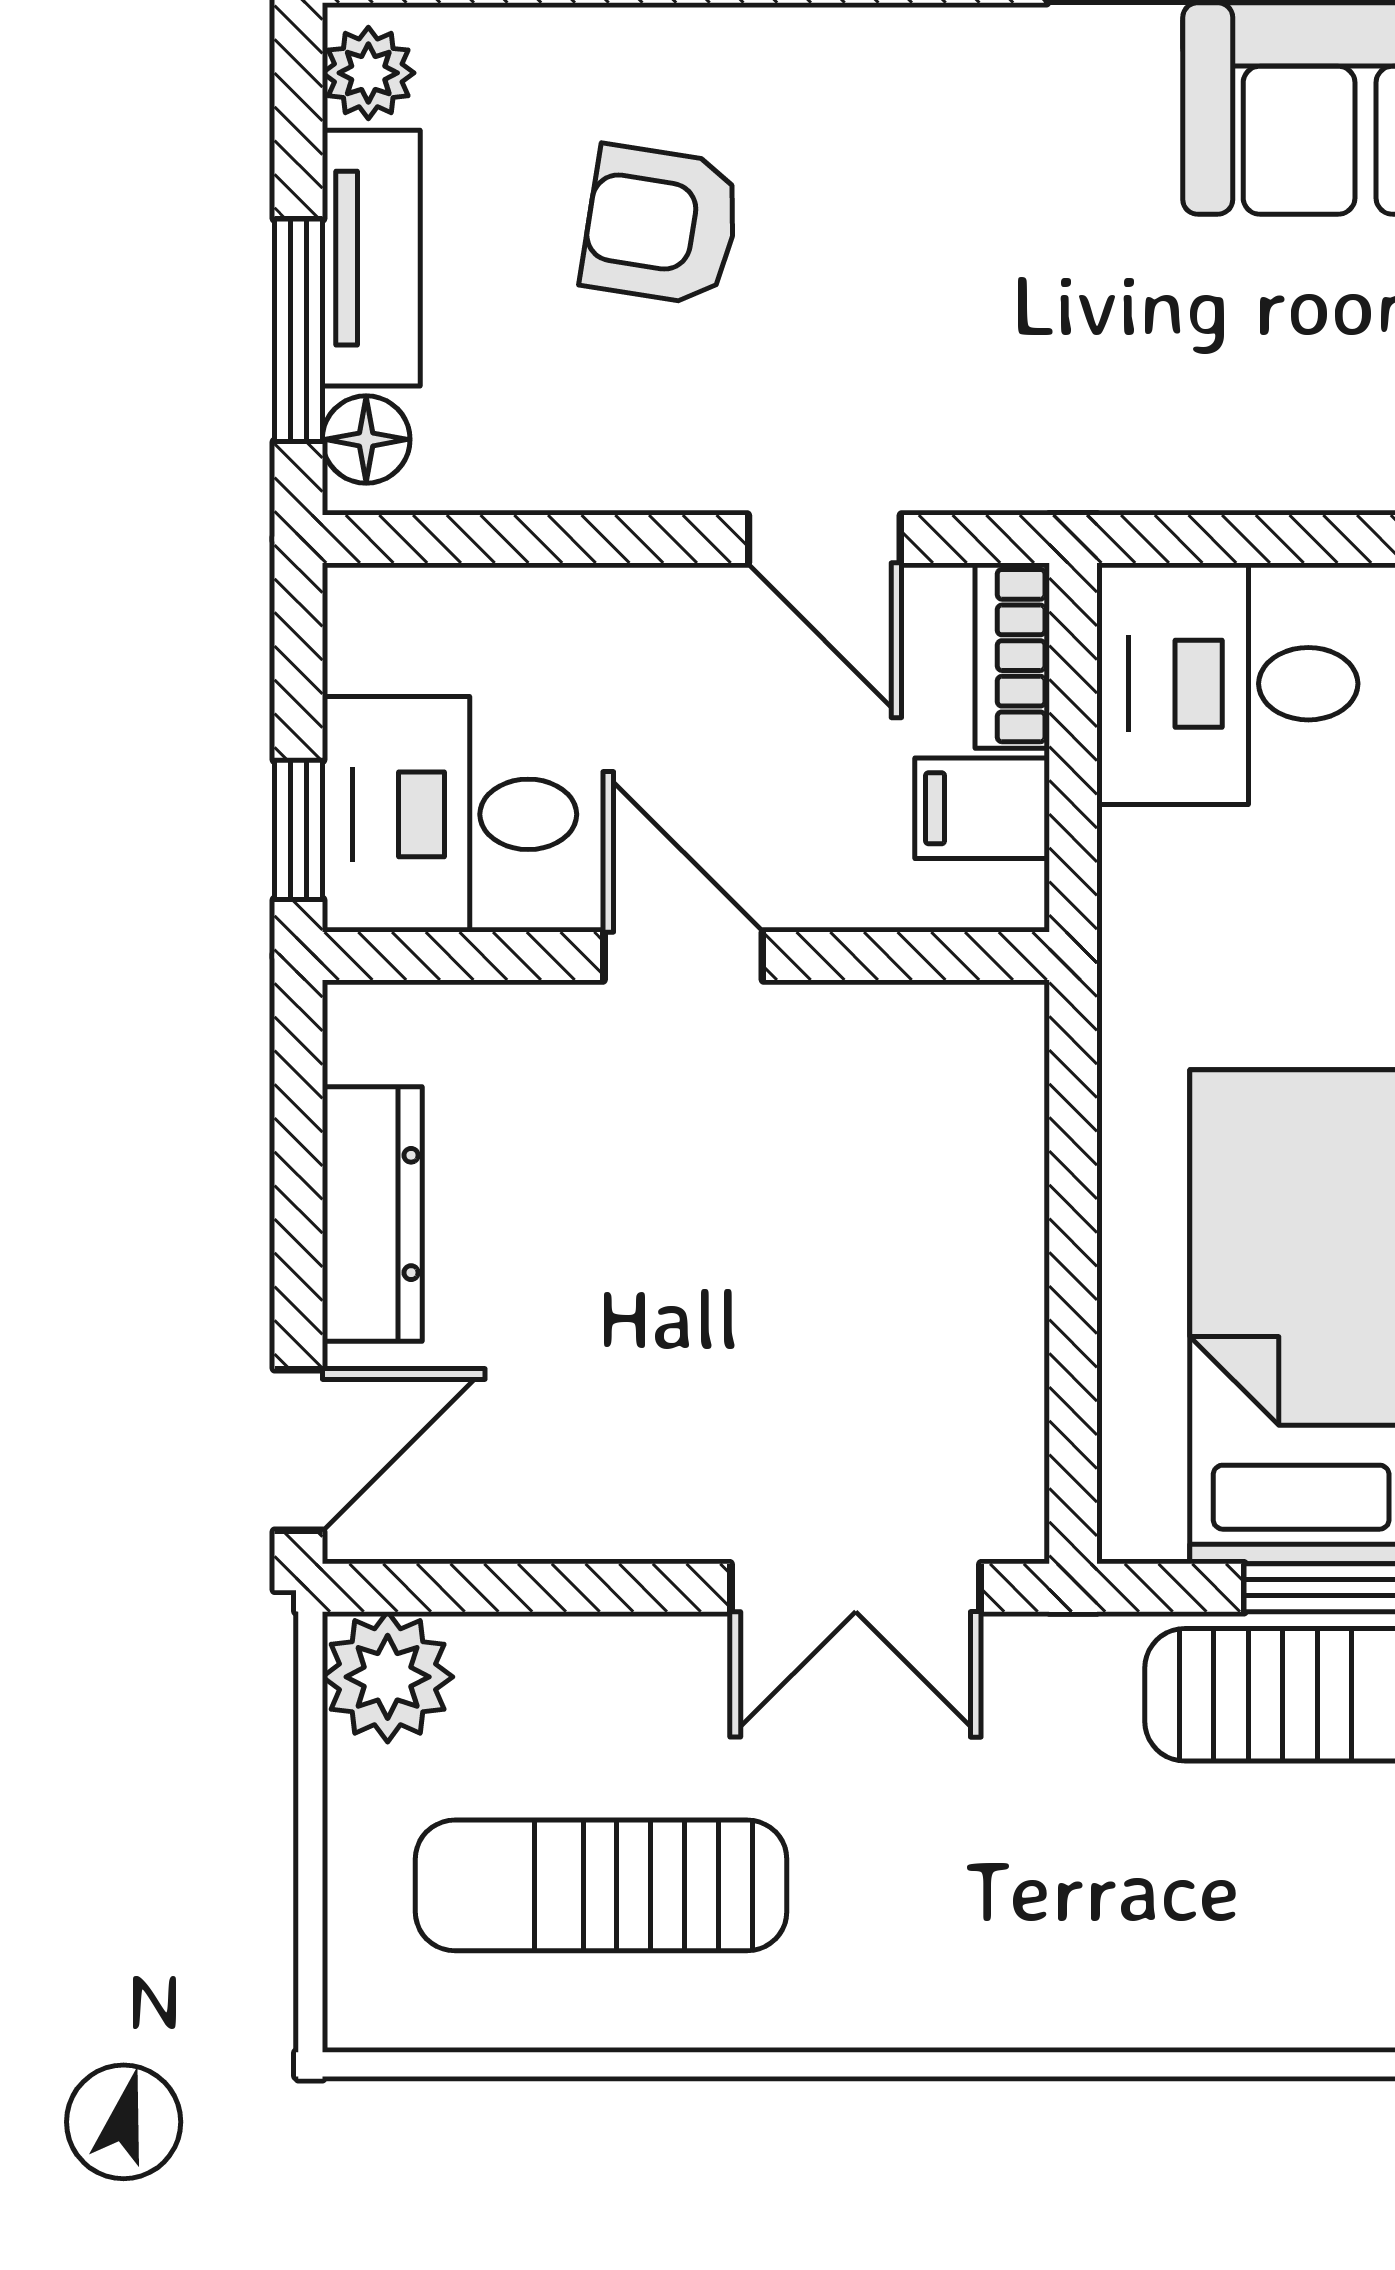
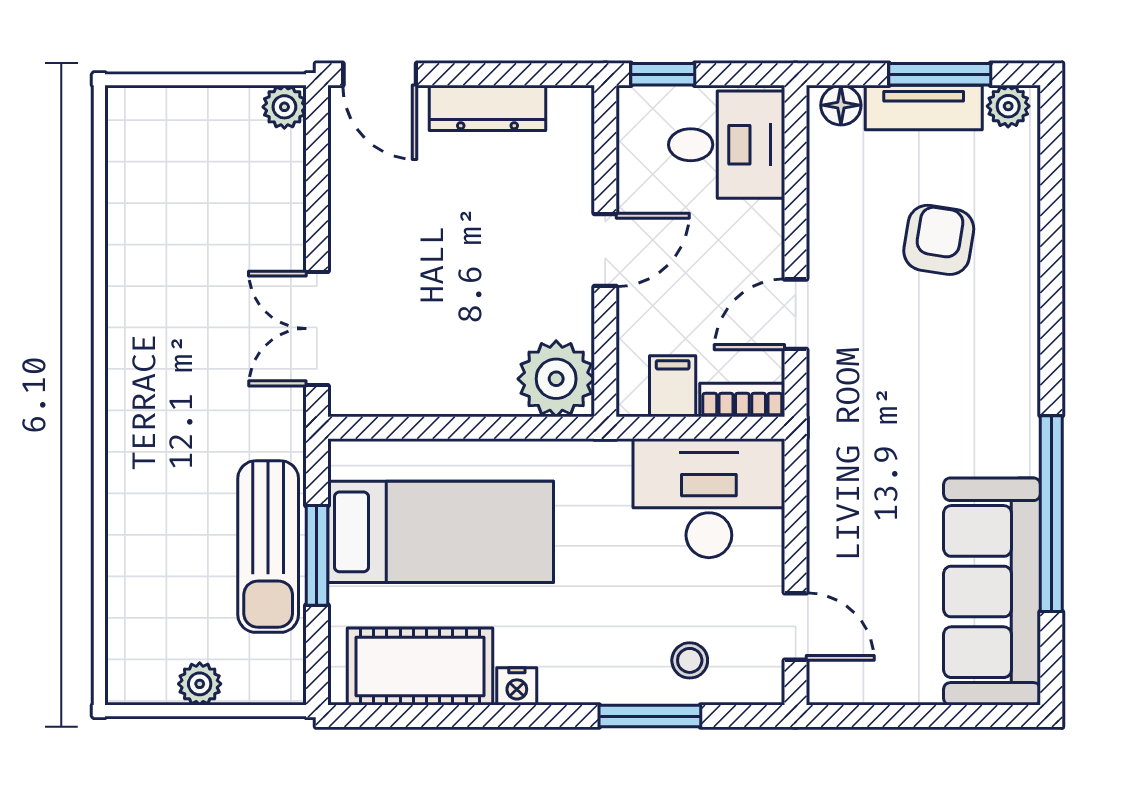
window: (298, 330) -> (940, 74), moved
desk: (1227, 684) -> (709, 498), width x1.37
desk: (449, 814) -> (727, 145), moved, turned 90
plant: (966, 1064) -> (556, 379), added
plant: (388, 1677) -> (284, 107), width x0.73, depth x0.73
sun lounger: (601, 1885) -> (181, 212), removed

